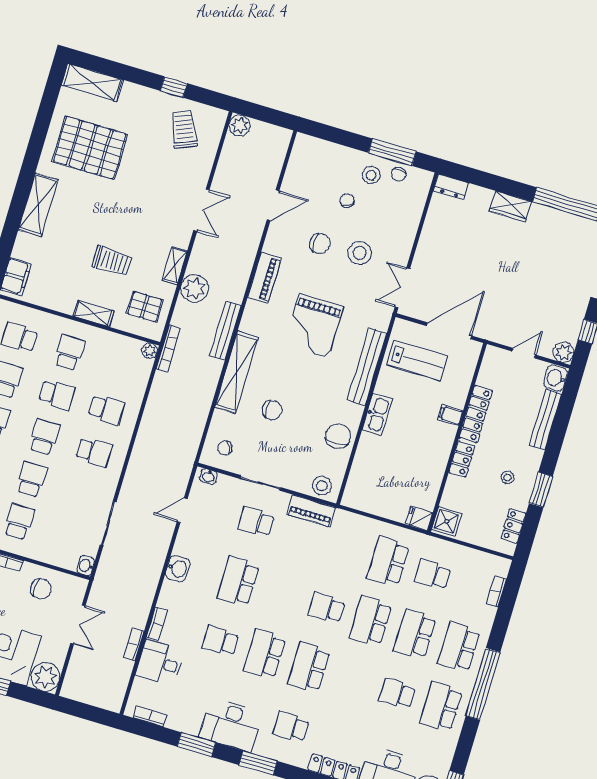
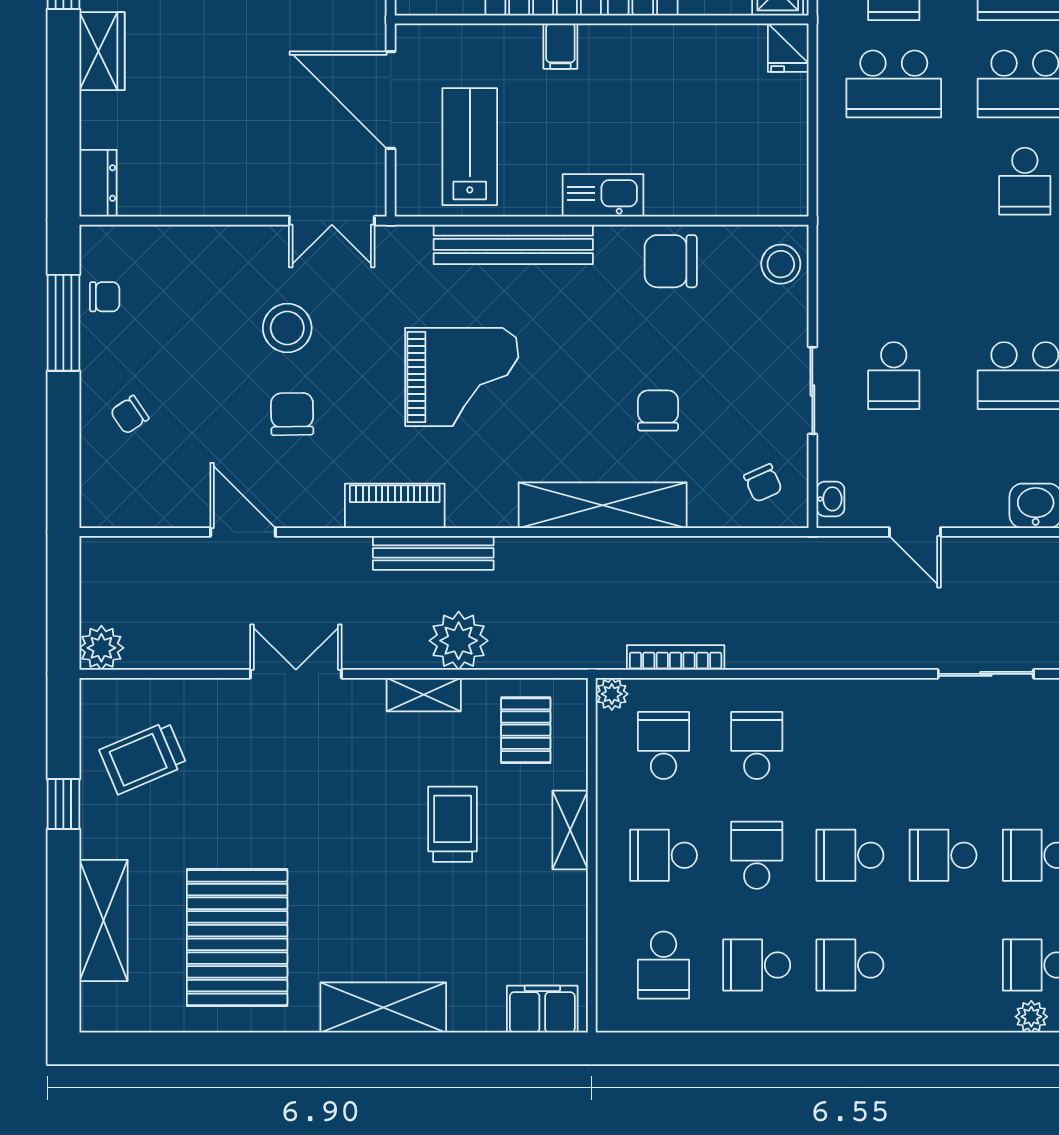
shelving: (92, 82) -> (103, 920), moved
stool: (371, 175) -> (123, 352), removed
chair: (347, 201) -> (130, 415), moved
bench: (225, 331) -> (433, 553), moved
bookcase: (168, 348) -> (676, 657), moved
school desk: (94, 452) -> (664, 745), moved
piano: (311, 511) -> (838, 270), removed

